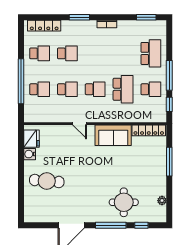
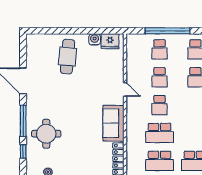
school desk: (151, 89) -> (160, 161), width x1.85
door: (80, 124) -> (125, 89), swing flipped

